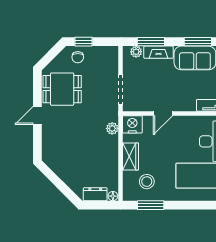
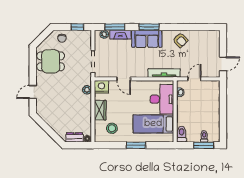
window: (83, 42) -> (77, 27), moved
door: (163, 113) -> (124, 79), hinge flipped
door: (37, 115) -> (33, 92), moved
window: (151, 205) -> (136, 145), moved

